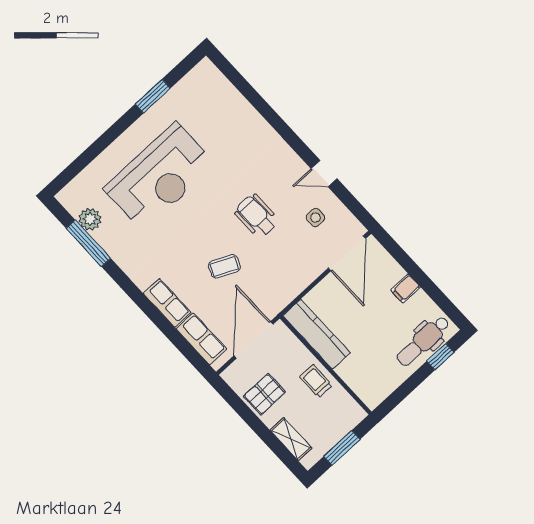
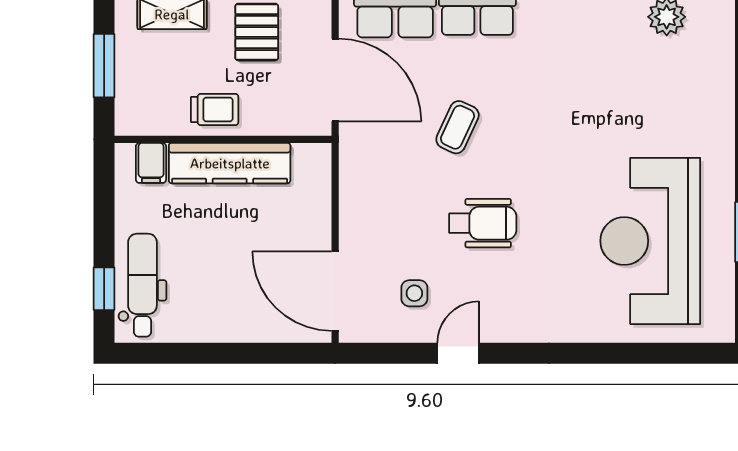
reception desk: (160, 176) -> (650, 241), moved
filing cabinet: (406, 289) -> (151, 163), moved, turned 180
kitchen counter: (317, 334) -> (230, 163), moved

